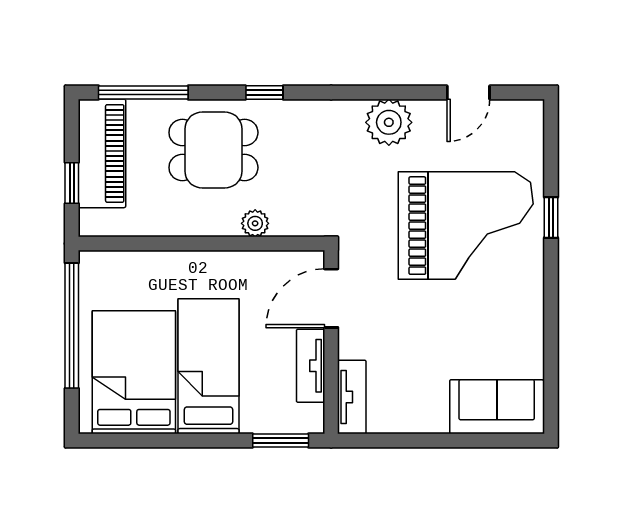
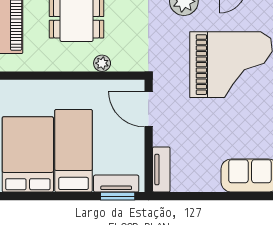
door: (331, 298) -> (149, 109), hinge flipped
tv unit: (311, 366) -> (116, 184), moved, turned 90

